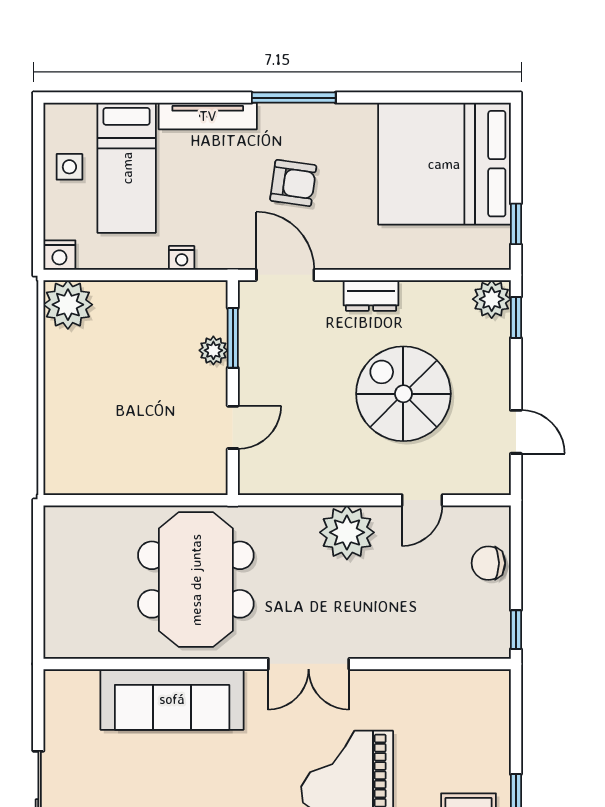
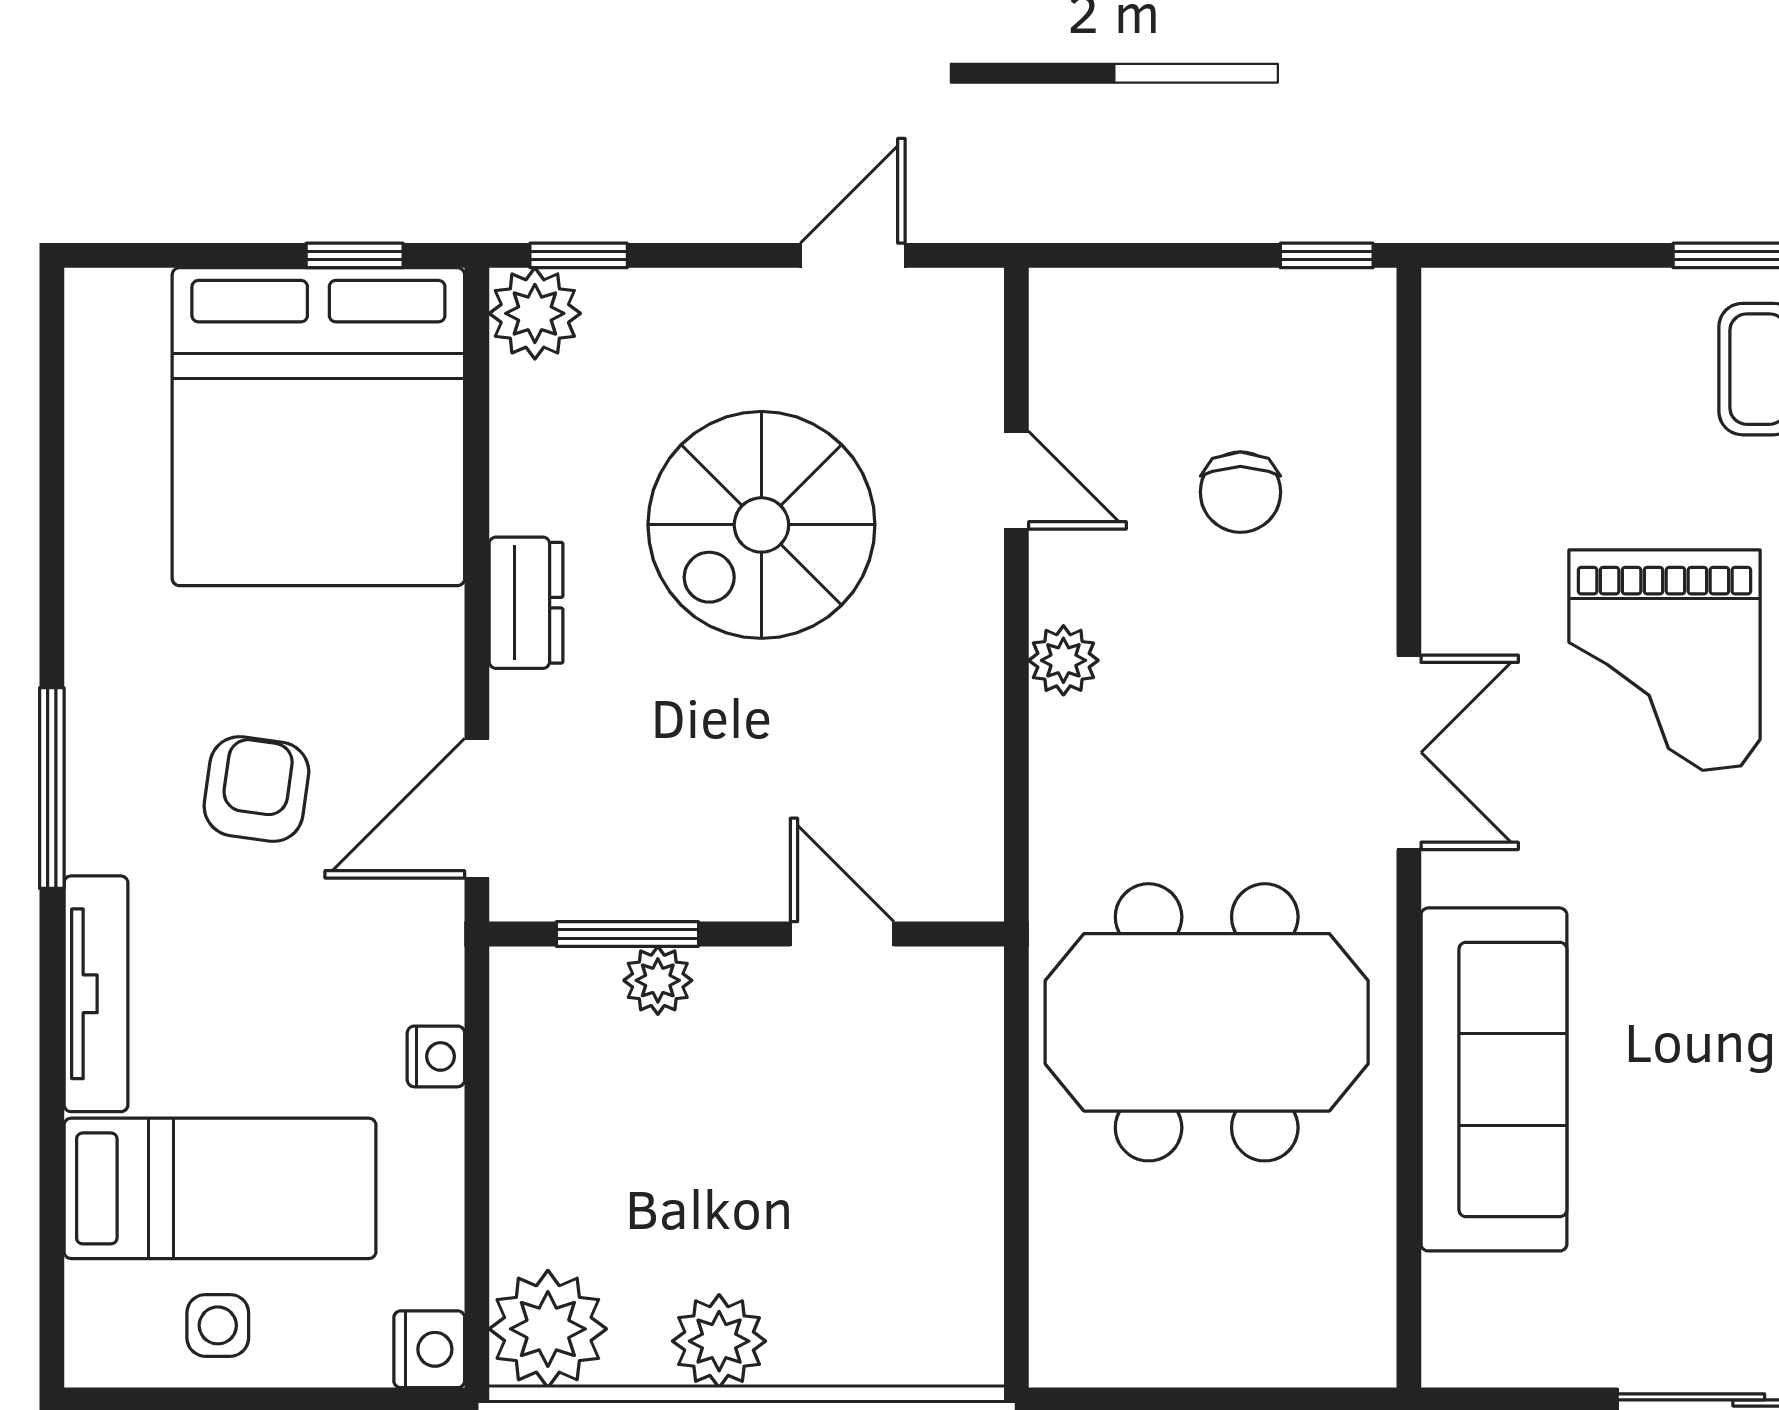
bed: (444, 164) -> (318, 427), moved
plant: (63, 376) -> (719, 1341), added
plant: (347, 532) -> (1063, 660), width x0.53, depth x0.53
chair: (488, 563) -> (1240, 492), moved

